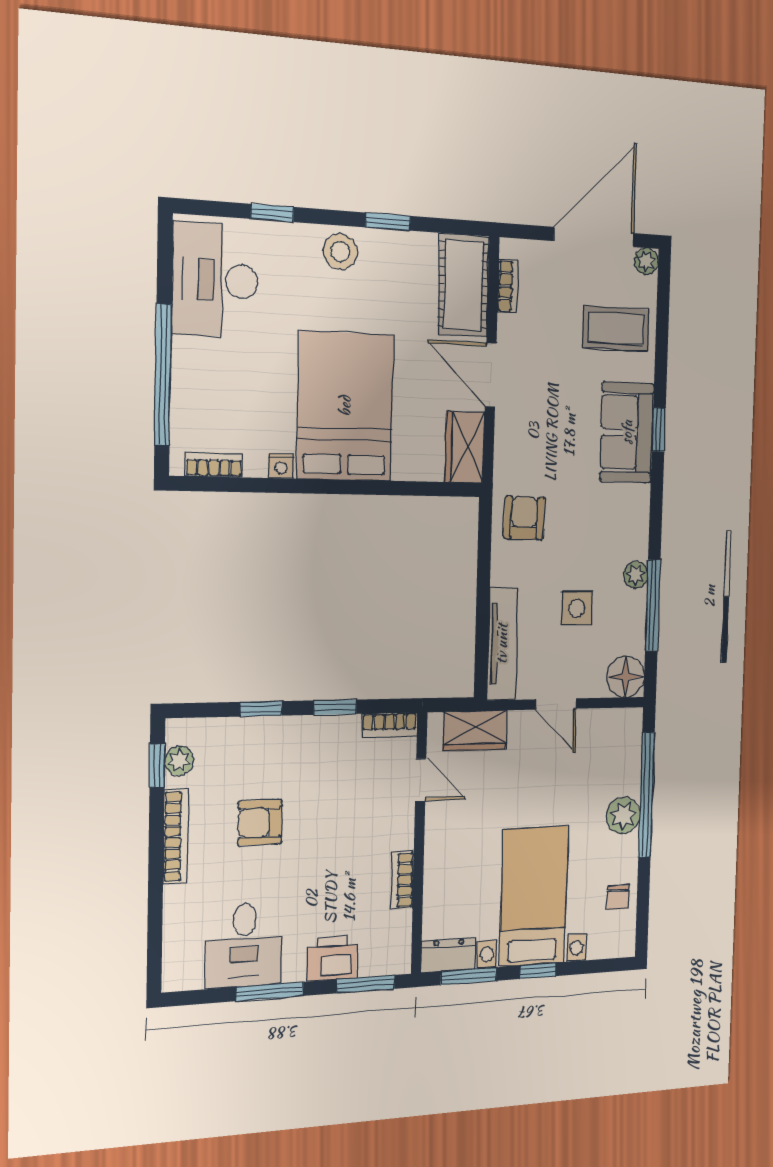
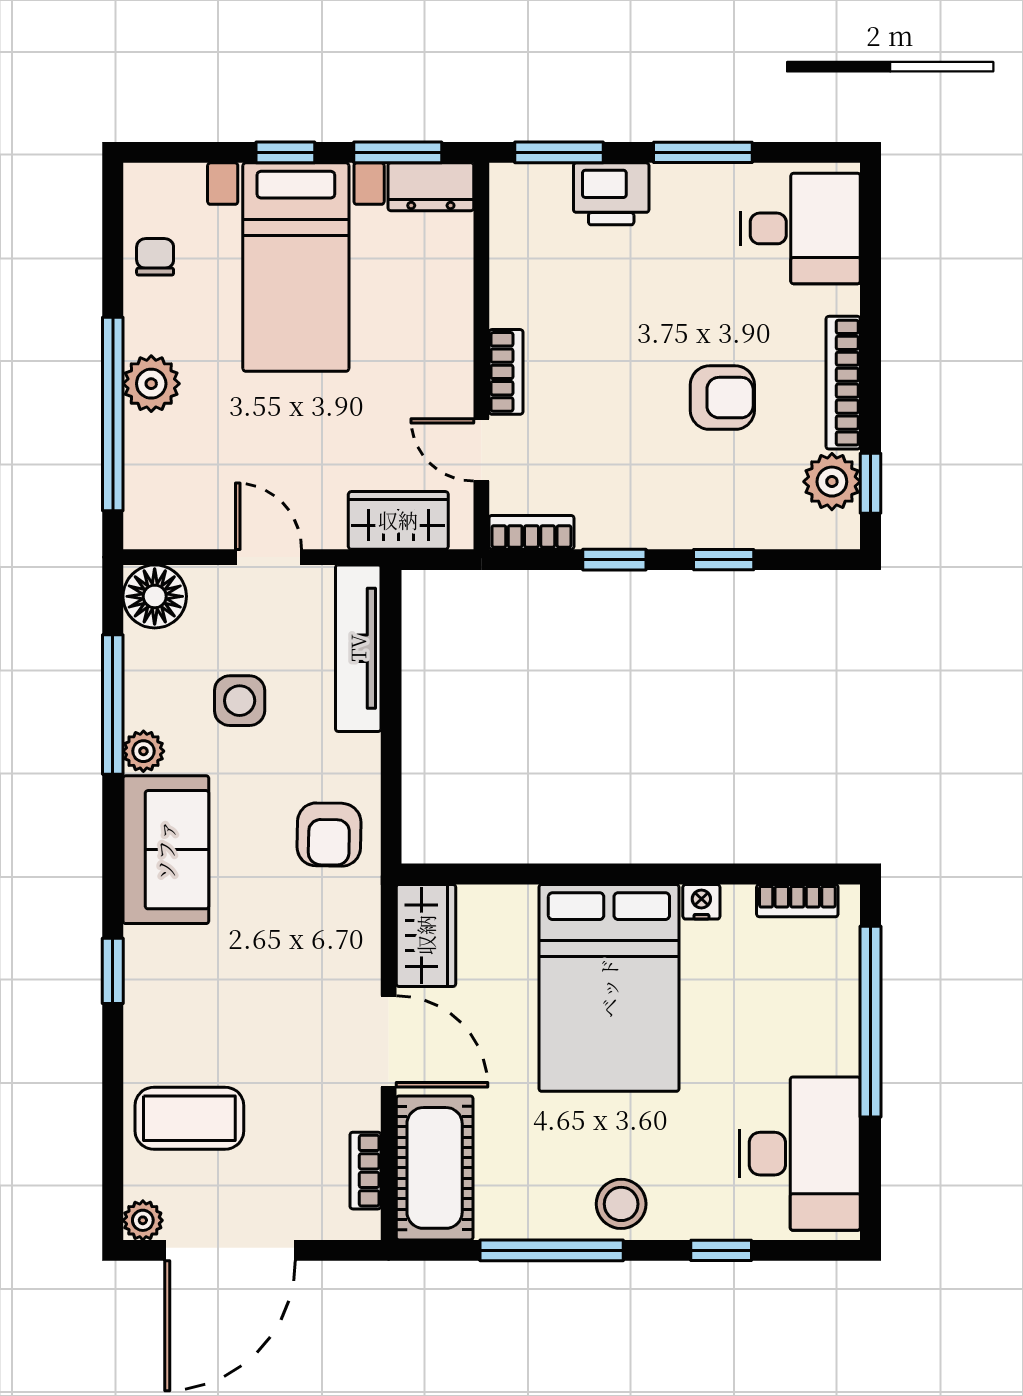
window: (388, 222) -> (552, 1250), width x2.17
sofa: (627, 432) -> (166, 850), moved
plant: (179, 761) -> (832, 482), width x1.38, depth x1.38
bookcase: (402, 880) -> (506, 372), moved
desk: (244, 945) -> (800, 228), moved, turned 90

